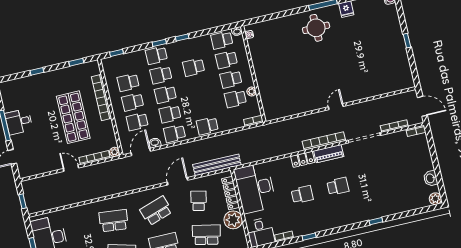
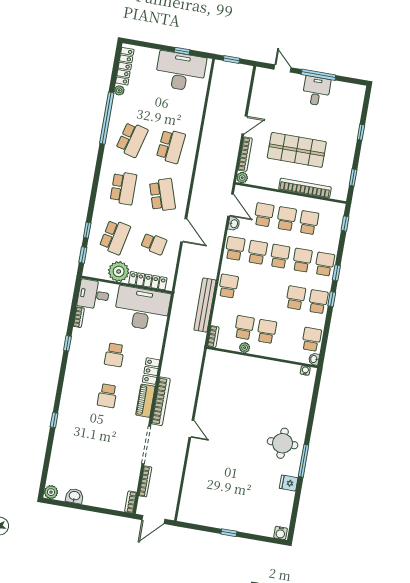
school desk: (226, 60) -> (318, 302), moved
bench: (217, 165) -> (205, 305), moved

